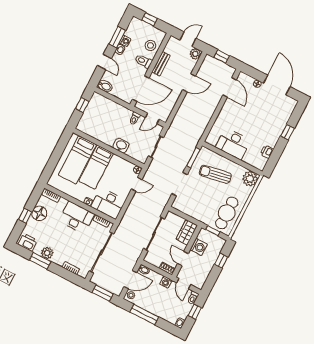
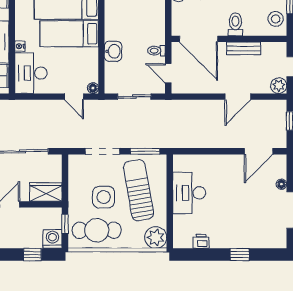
stool: (150, 45) -> (276, 19), moved
door: (189, 83) -> (238, 97), hinge flipped
sun lounger: (215, 174) -> (139, 190), width x1.36, depth x1.34
side table: (208, 198) -> (104, 197), added
washing machine: (199, 247) -> (53, 239), moved, turned 180

